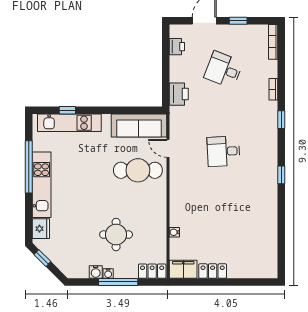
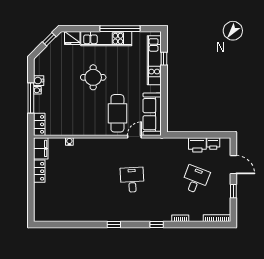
printer: (179, 94) -> (197, 145), moved
round table: (116, 235) -> (93, 77), moved

